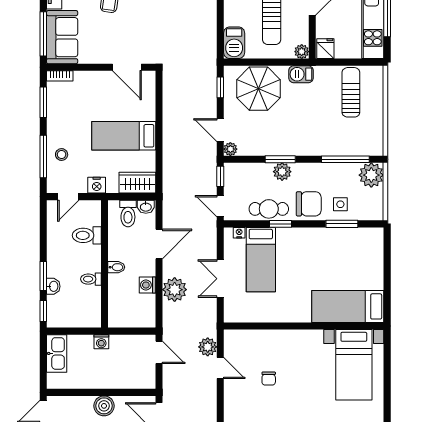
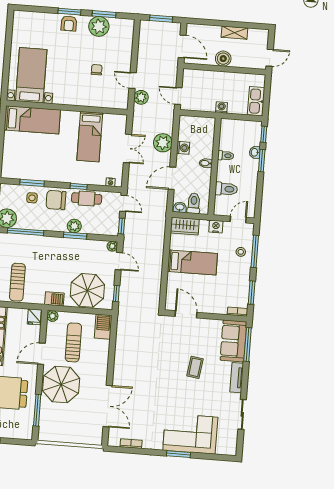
bed: (261, 260) -> (90, 137), moved, turned 180

